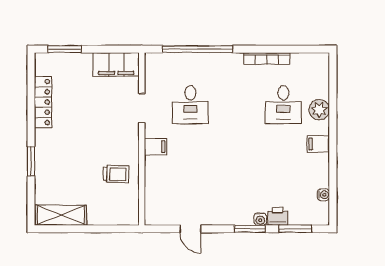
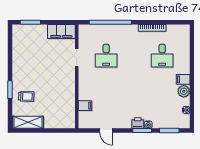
locker: (43, 102) -> (17, 54), removed
plant: (319, 110) -> (184, 91), moved
filing cabinet: (155, 147) -> (85, 106), moved
trolley: (116, 174) -> (26, 96), moved
printer: (278, 216) -> (138, 123), moved

